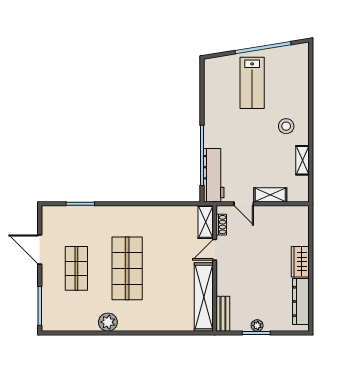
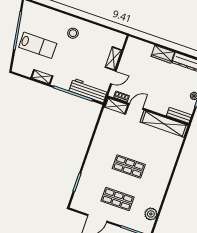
shelving: (303, 160) -> (42, 77), moved
door: (215, 250) -> (136, 106), swing flipped
shop shelf: (127, 268) -> (129, 166), width x0.70, depth x0.74
plant: (108, 322) -> (151, 214), moved

